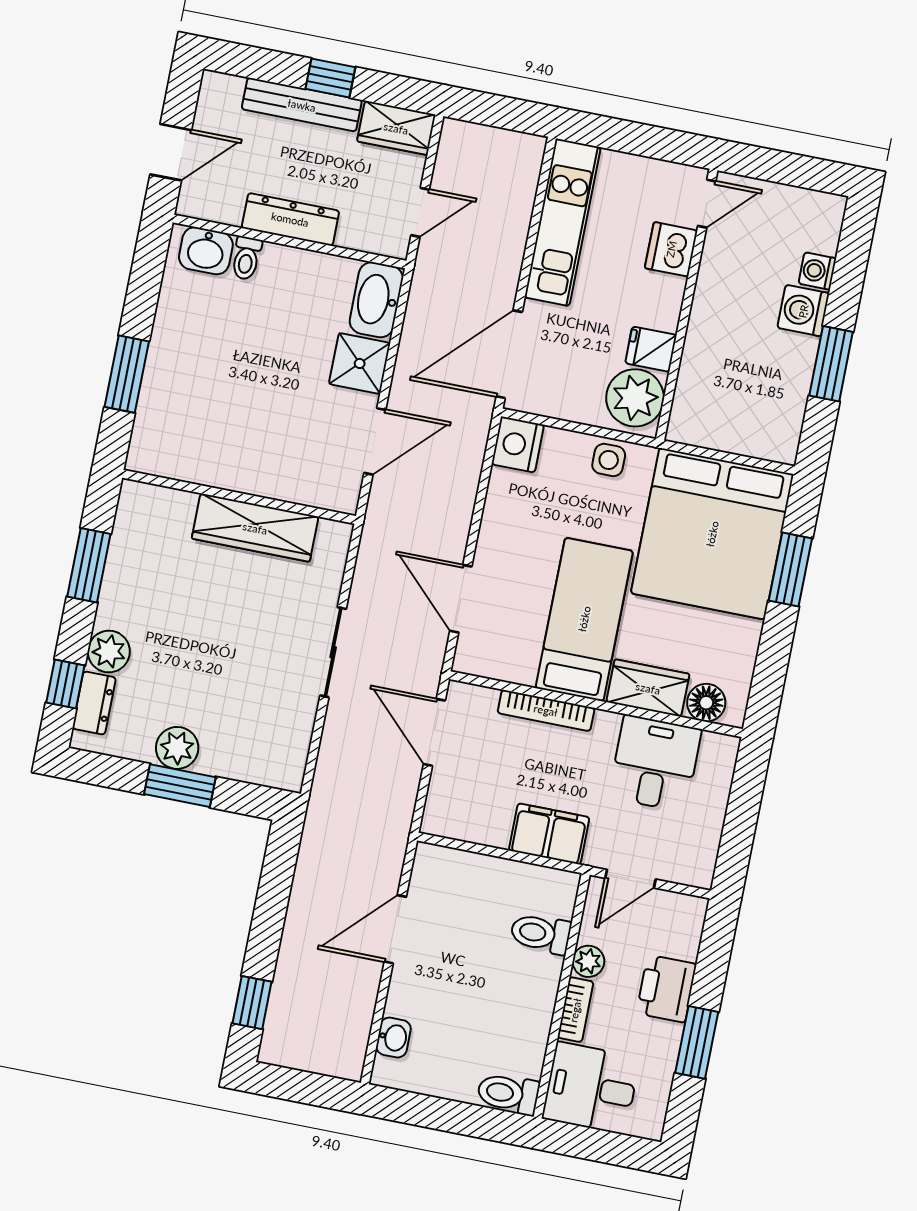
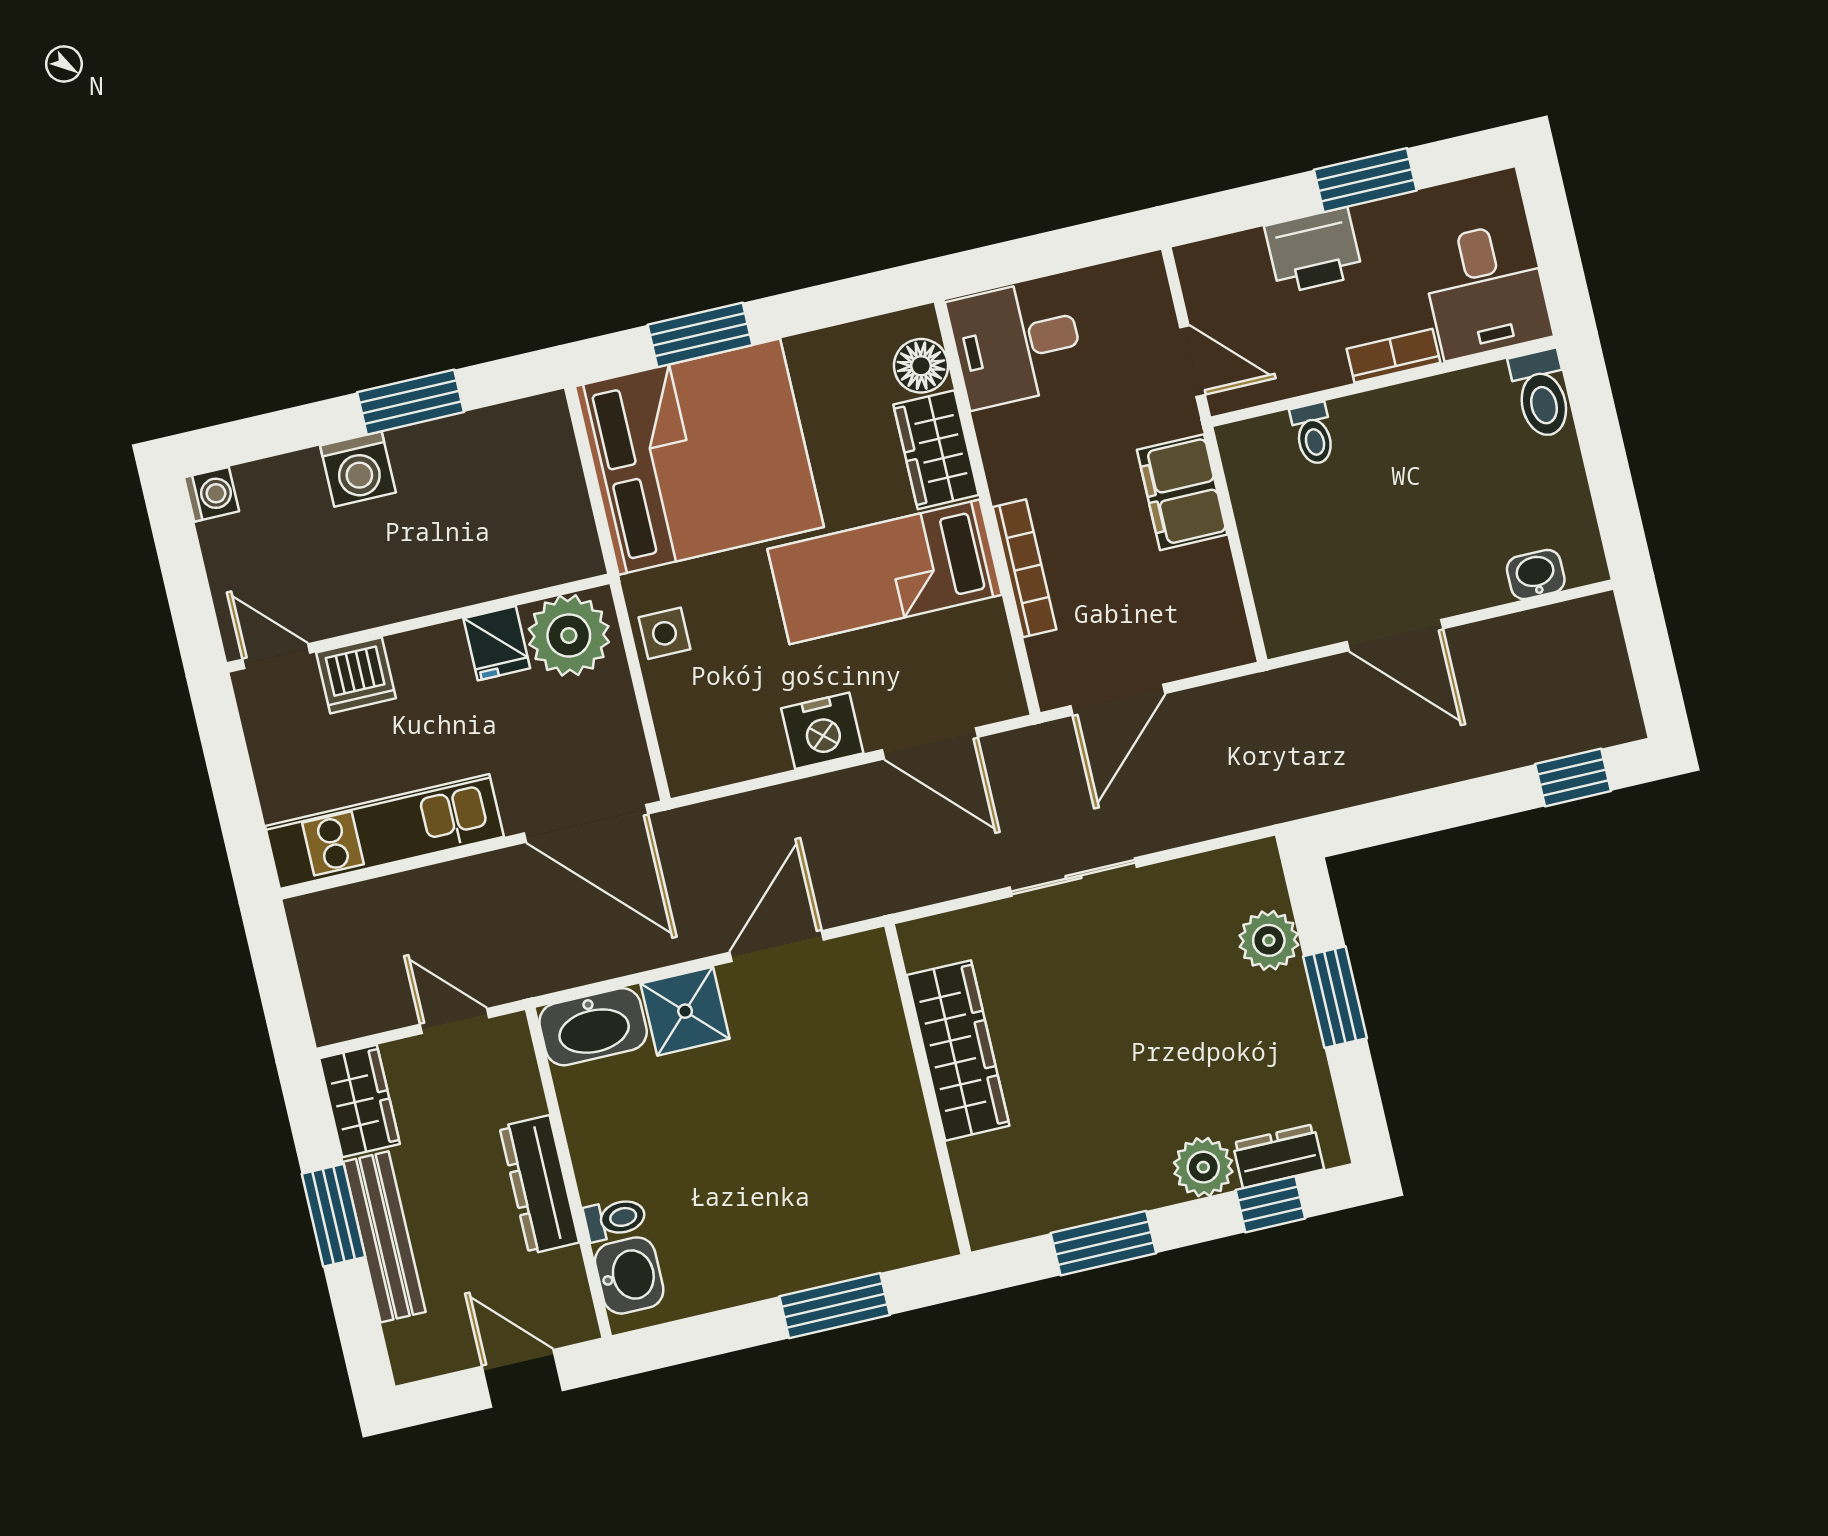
window: (330, 78) -> (333, 1215), width x1.50
washing machine: (817, 271) -> (211, 494), moved, turned -90
door: (375, 441) -> (777, 946), hinge flipped
nightstand: (518, 445) -> (822, 731), moved
door: (461, 599) -> (930, 743), hinge flipped
plant: (177, 748) -> (1269, 940), moved
desk: (655, 763) -> (1017, 343), moved
toilet: (541, 934) -> (1313, 434), width x0.73, depth x0.72
plant: (588, 961) -> (1324, 367), removed

